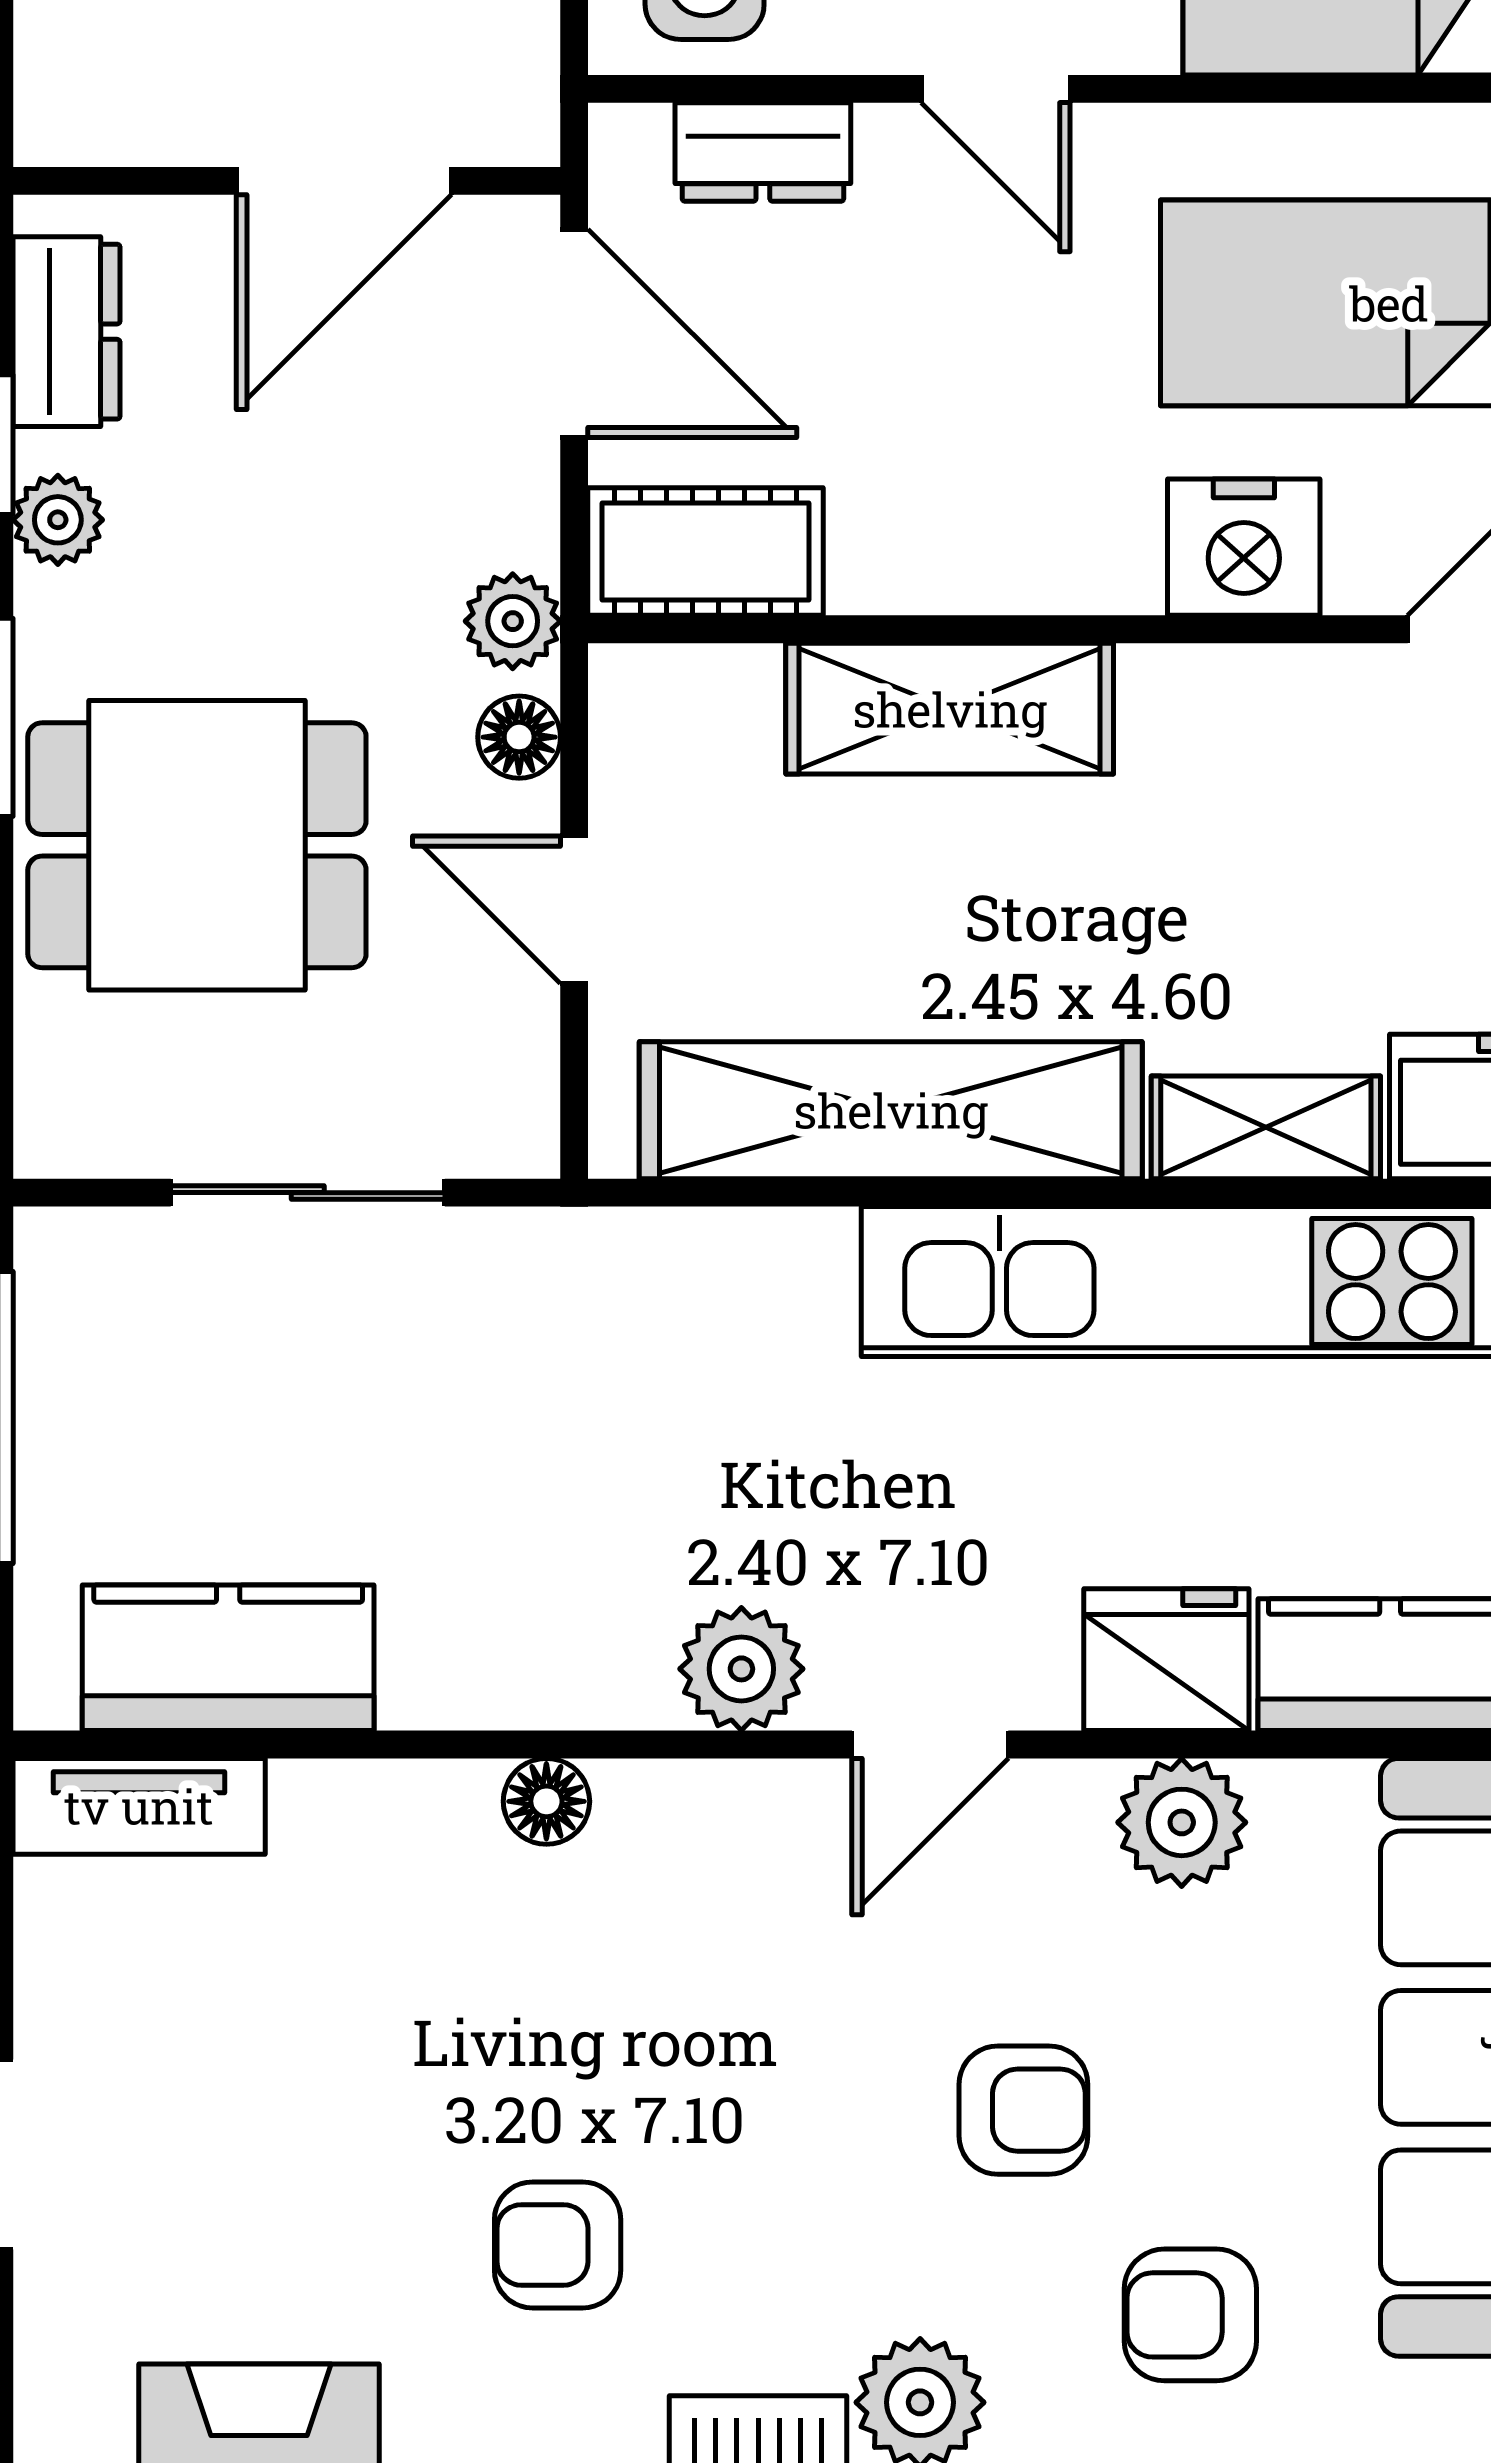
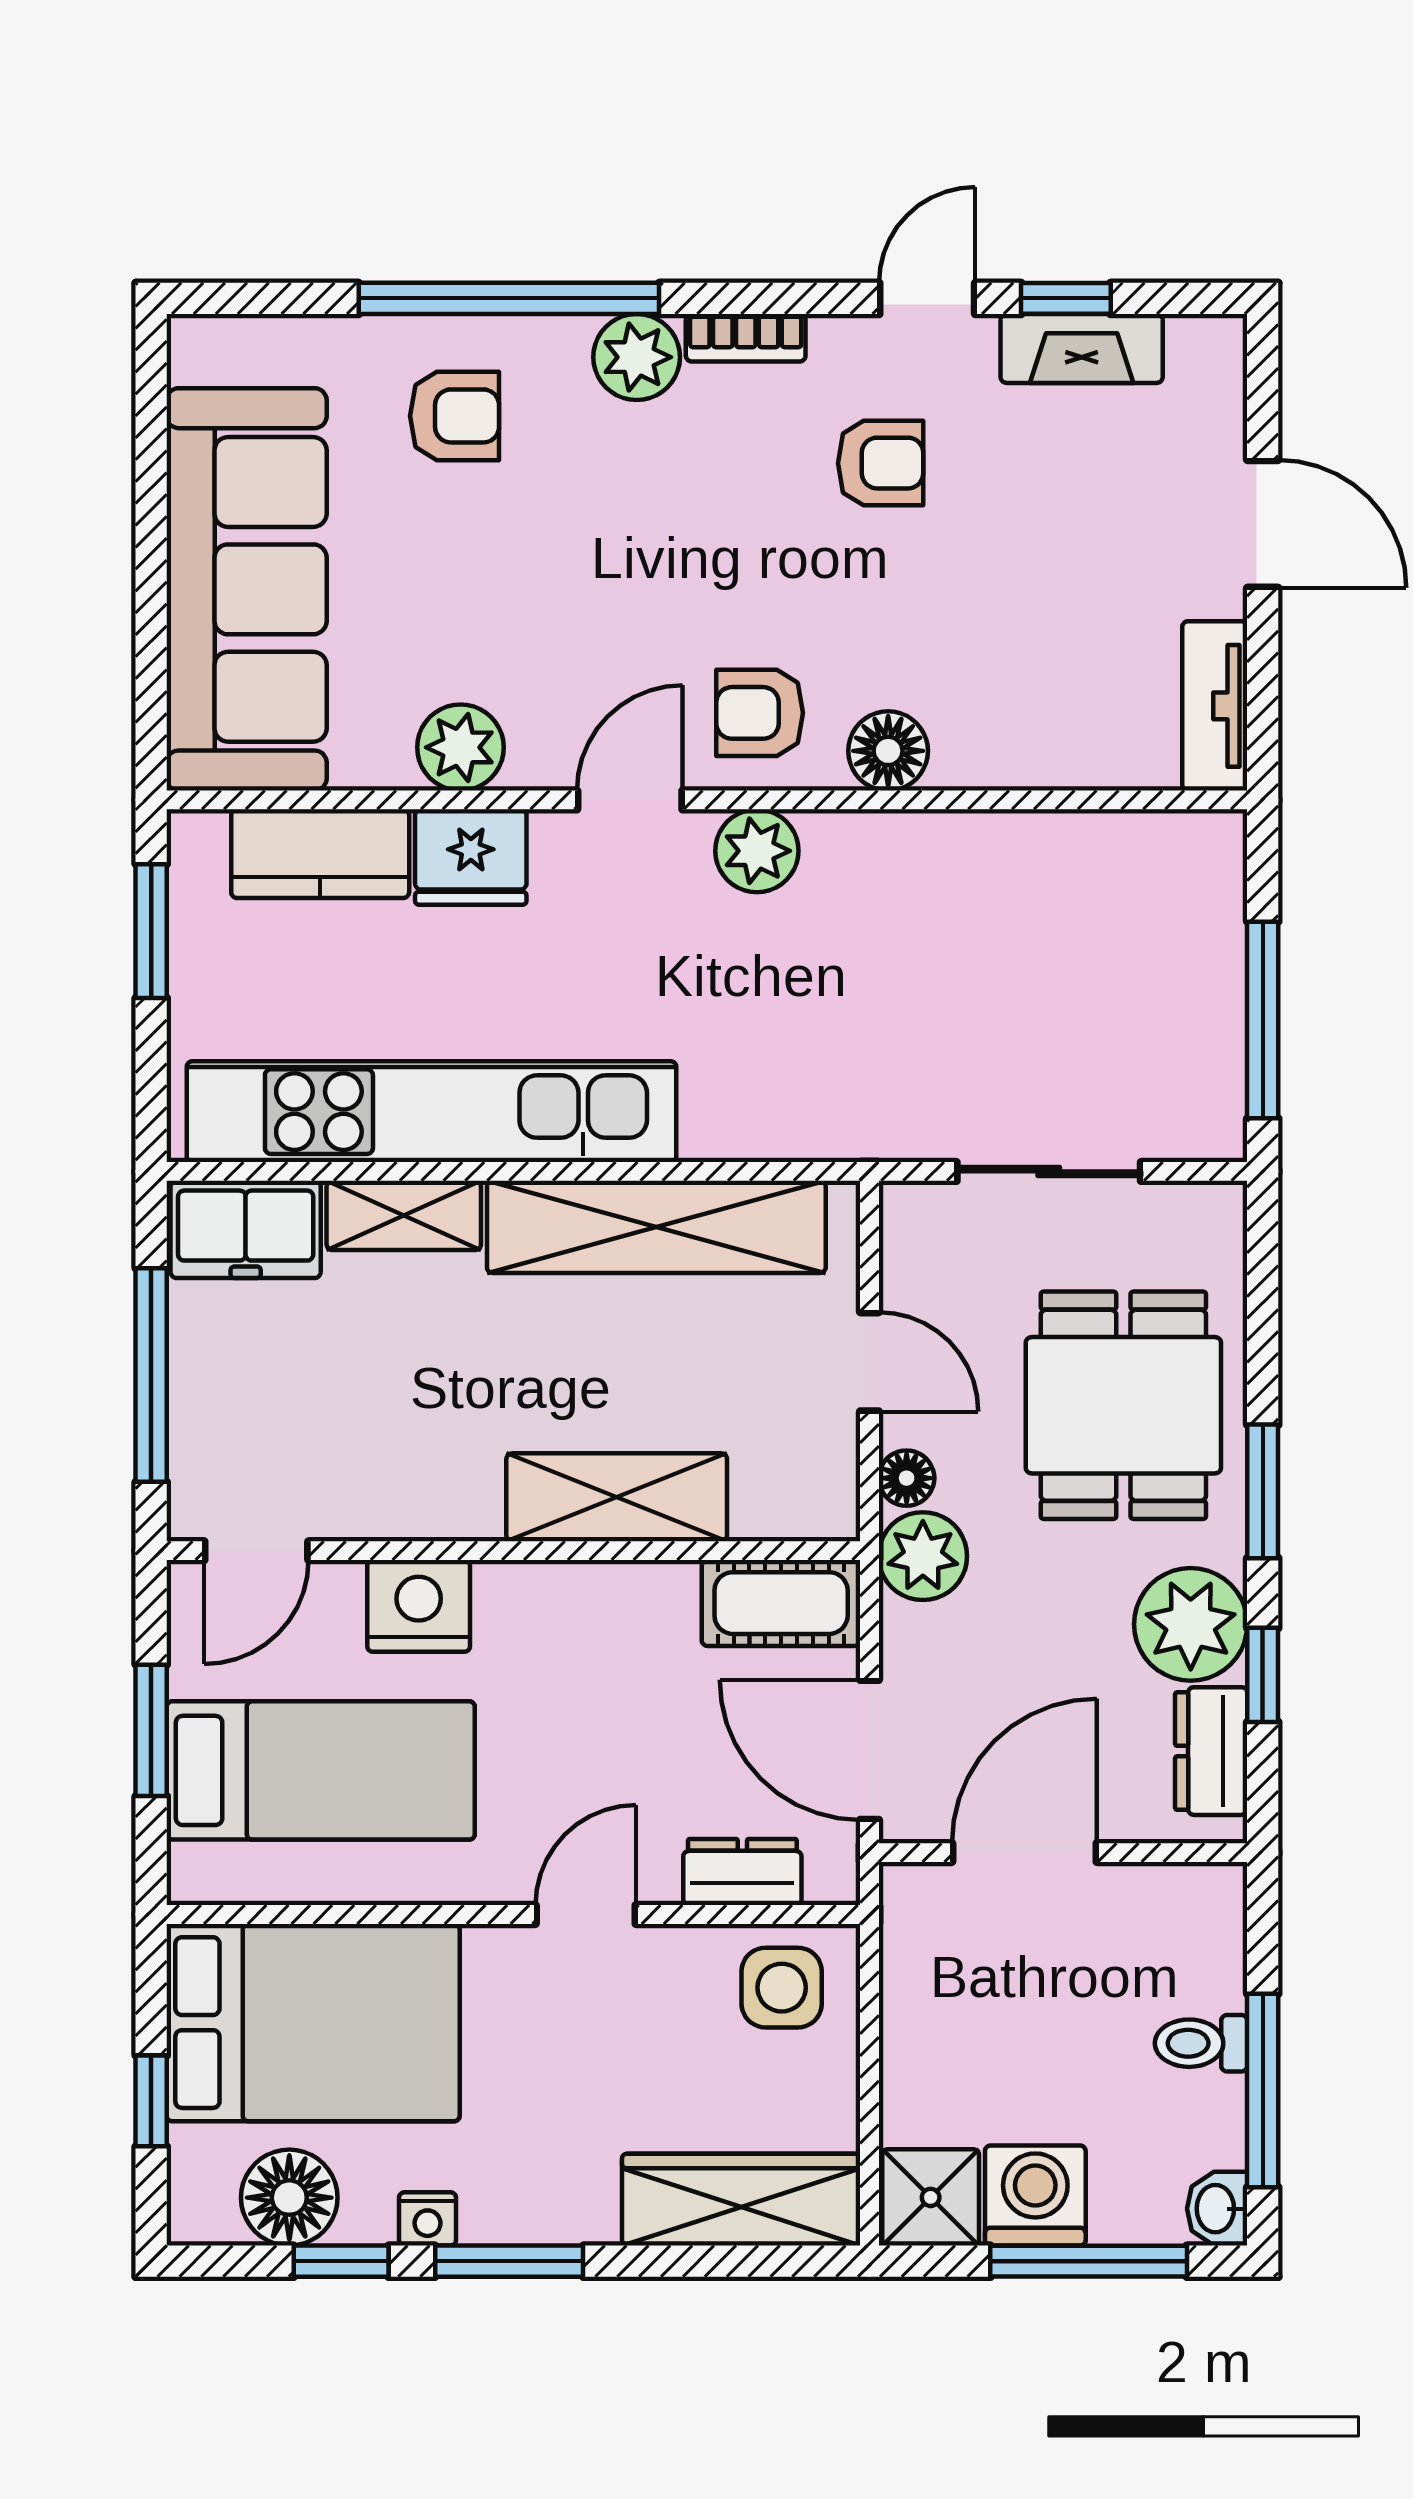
door: (996, 89) -> (586, 1914), hinge flipped
plant: (58, 520) -> (1191, 1624), width x1.88, depth x1.88
plant: (513, 621) -> (923, 1556), width x1.38, depth x1.38
dining table: (197, 845) -> (1123, 1405), turned 90
kitchen counter: (228, 1658) -> (1102, 858), removed
floor lamp: (546, 1801) -> (888, 751), width x1.37, depth x1.37
tv unit: (139, 1806) -> (1215, 706), moved, turned -90
armchair: (1023, 2110) -> (760, 713), moved

